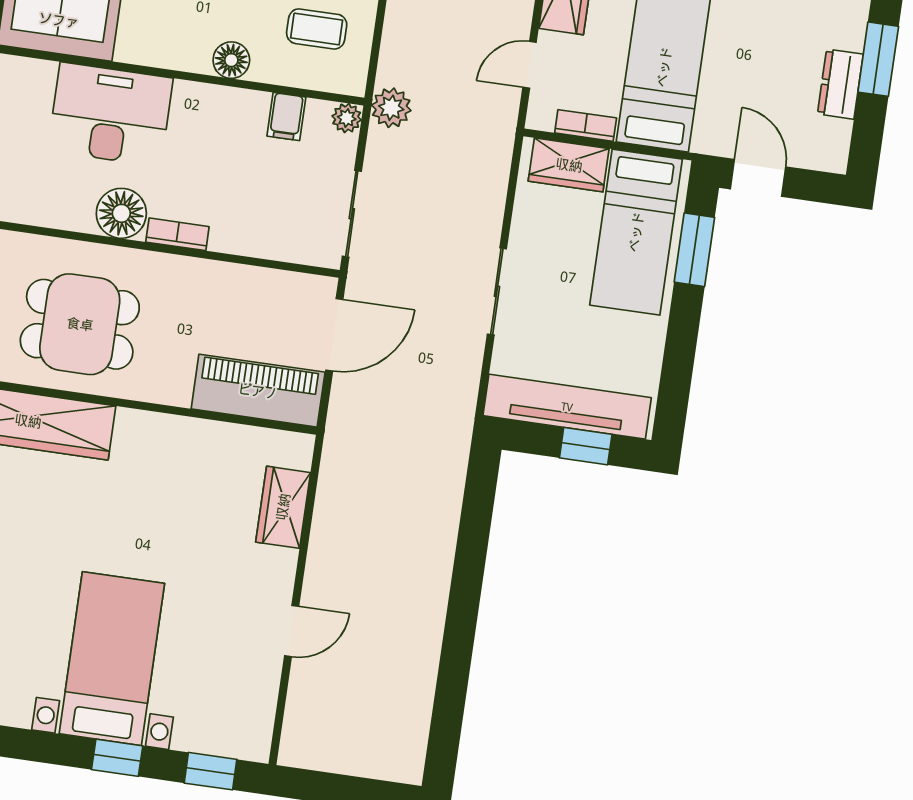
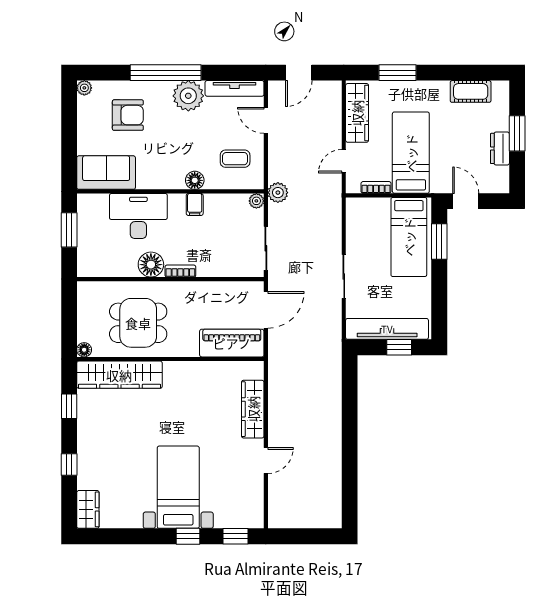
filing cabinet: (286, 117) -> (195, 204), moved
wardrobe: (569, 165) -> (370, 208), removed
wardrobe: (283, 507) -> (253, 409), width x1.50

